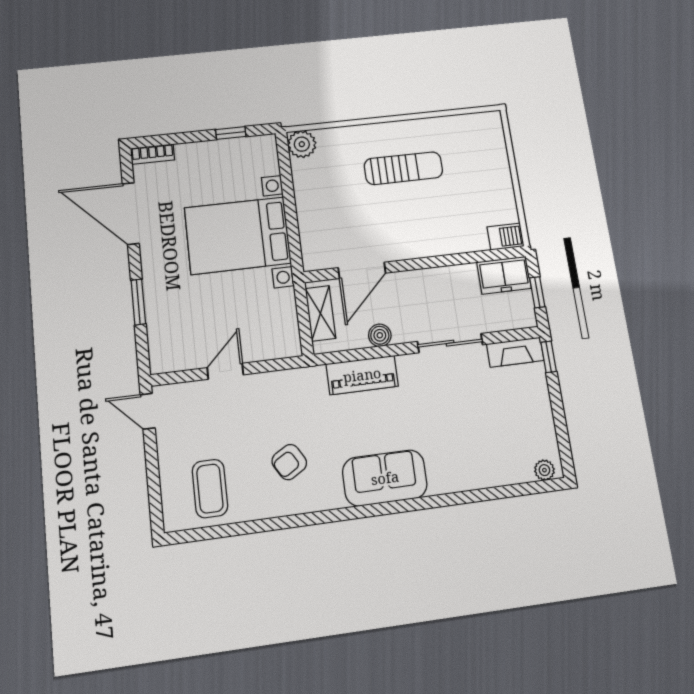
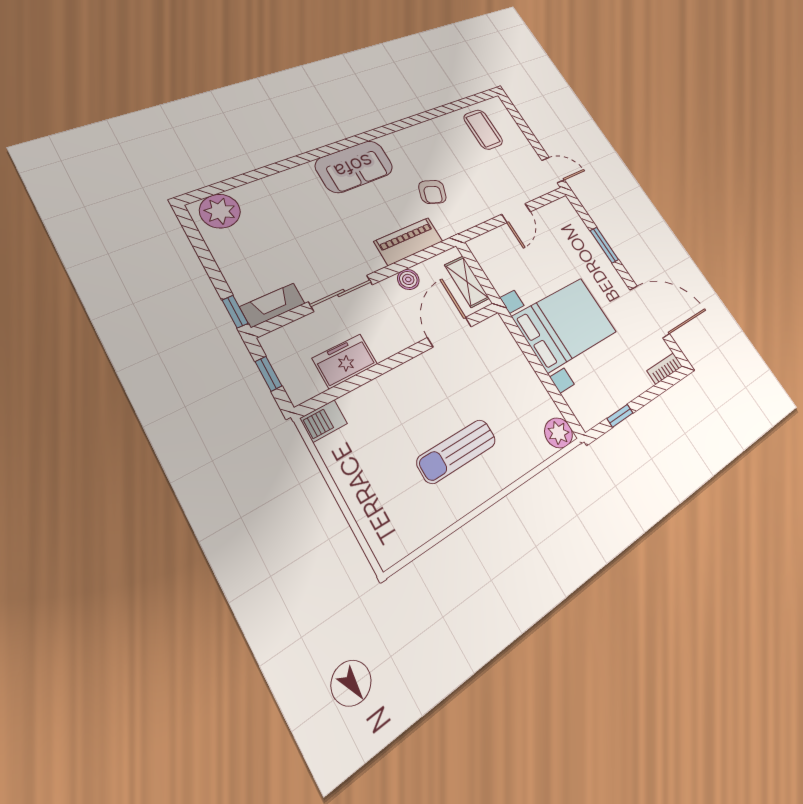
freezer: (504, 275) -> (345, 361), moved
armchair: (289, 462) -> (432, 192), moved, turned 140
plant: (544, 470) -> (220, 211), width x1.88, depth x1.88

